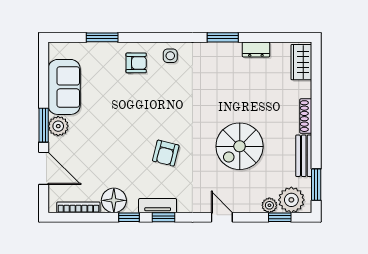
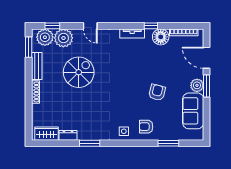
wardrobe: (301, 62) -> (47, 134), moved, turned -90
armchair: (166, 153) -> (157, 92), moved
plant: (269, 205) -> (63, 38), width x1.87, depth x1.87
window: (163, 217) -> (128, 26), removed

